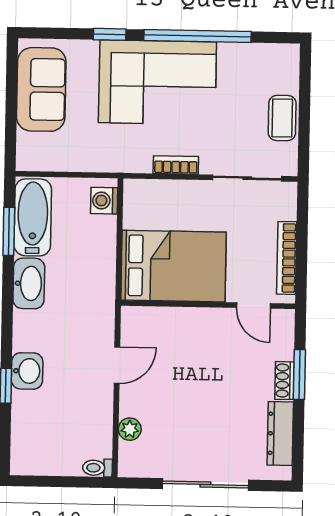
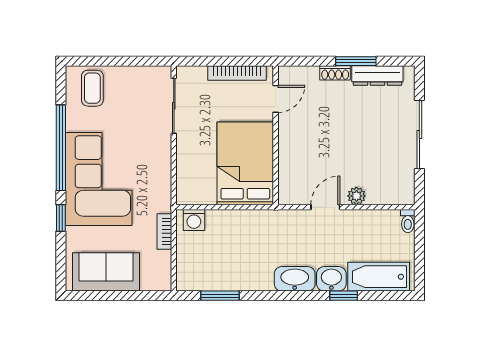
coffee table: (282, 118) -> (92, 88), moved, turned 90
bookcase: (176, 165) -> (164, 231), moved
bathtub: (33, 217) -> (379, 277), moved
washbasin: (29, 283) -> (295, 279), moved
door: (117, 365) -> (325, 207), hinge flipped
window: (299, 375) -> (356, 61), moved
plant: (130, 429) -> (356, 196), moved

